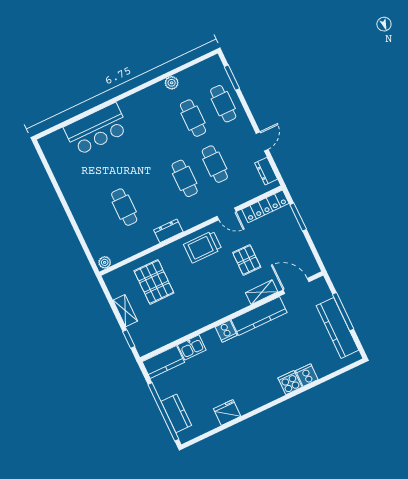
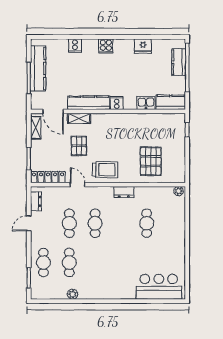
bar counter: (96, 129) -> (159, 287), moved
shelving: (125, 311) -> (36, 128), moved
cooker: (290, 383) -> (106, 46), moved

